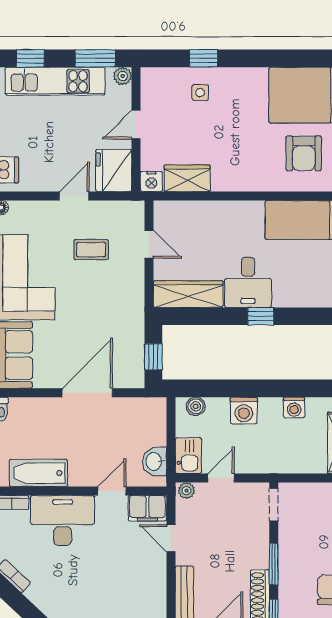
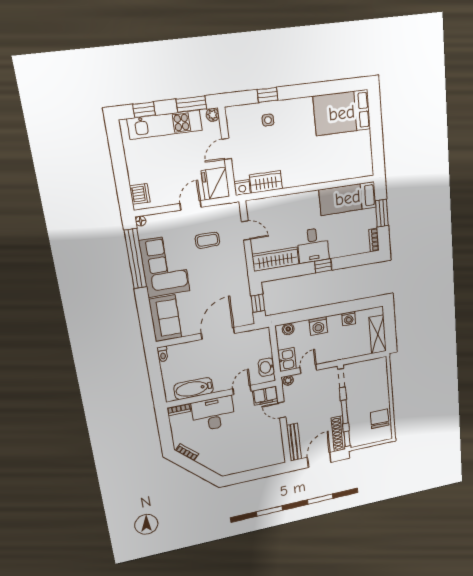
armchair: (304, 153) -> (341, 154), removed

